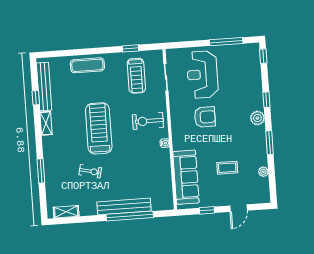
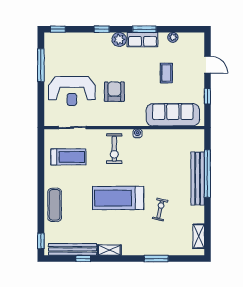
window: (131, 48) -> (41, 241), moved
row of seats: (259, 141) -> (143, 40), added

